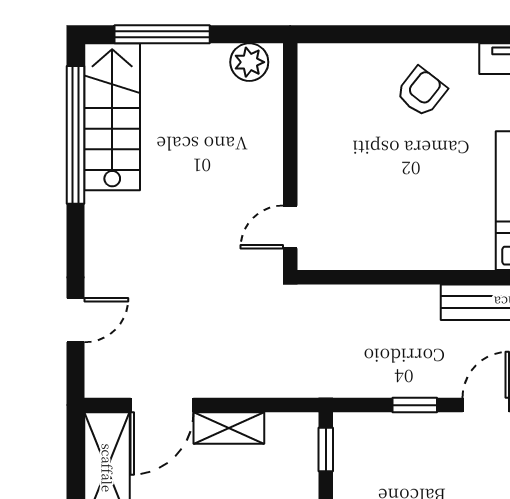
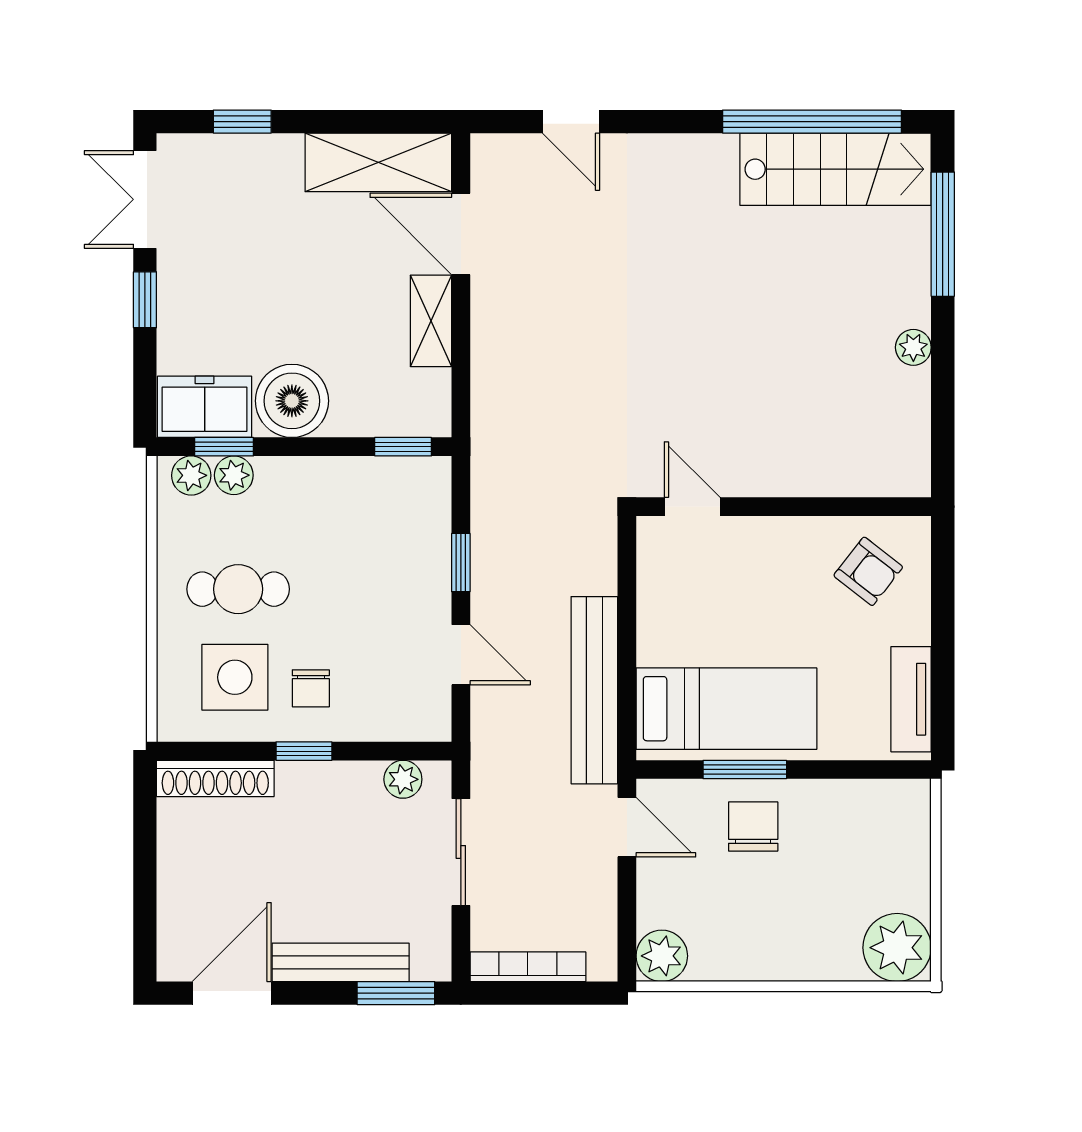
plant: (249, 62) -> (913, 347), width x0.73, depth x0.73
wall: (290, 157) -> (784, 507), moved
door: (290, 227) -> (692, 507), moved

